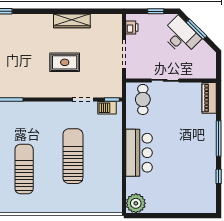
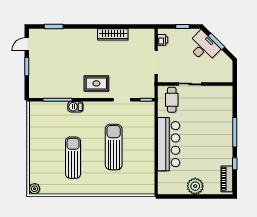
rug: (65, 62) -> (96, 83), moved
piano: (209, 98) -> (227, 179), moved
barbecue: (107, 108) -> (75, 107), moved
bar counter: (139, 153) -> (169, 144), width x1.36
plant: (136, 203) -> (195, 186), moved

